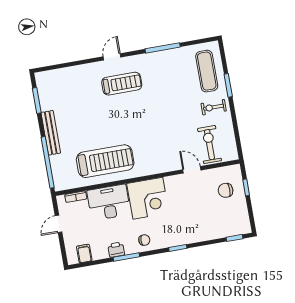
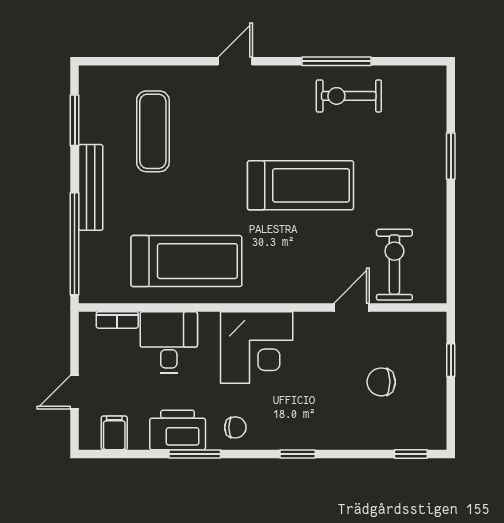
exercise mat: (207, 71) -> (153, 131), moved
treadmill: (122, 84) -> (300, 185), moved, width x1.37, depth x1.38
exercise bike: (214, 107) -> (349, 96), moved, width x1.38, depth x1.39
door: (192, 170) -> (352, 307), hinge flipped
chair: (226, 190) -> (381, 382), moved
desk: (109, 202) -> (169, 342), width x0.73
door: (58, 224) -> (75, 392), moved
printer: (116, 250) -> (178, 430), width x1.87, depth x1.48

